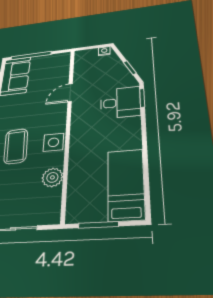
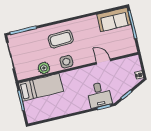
bed: (126, 184) -> (41, 87), moved

